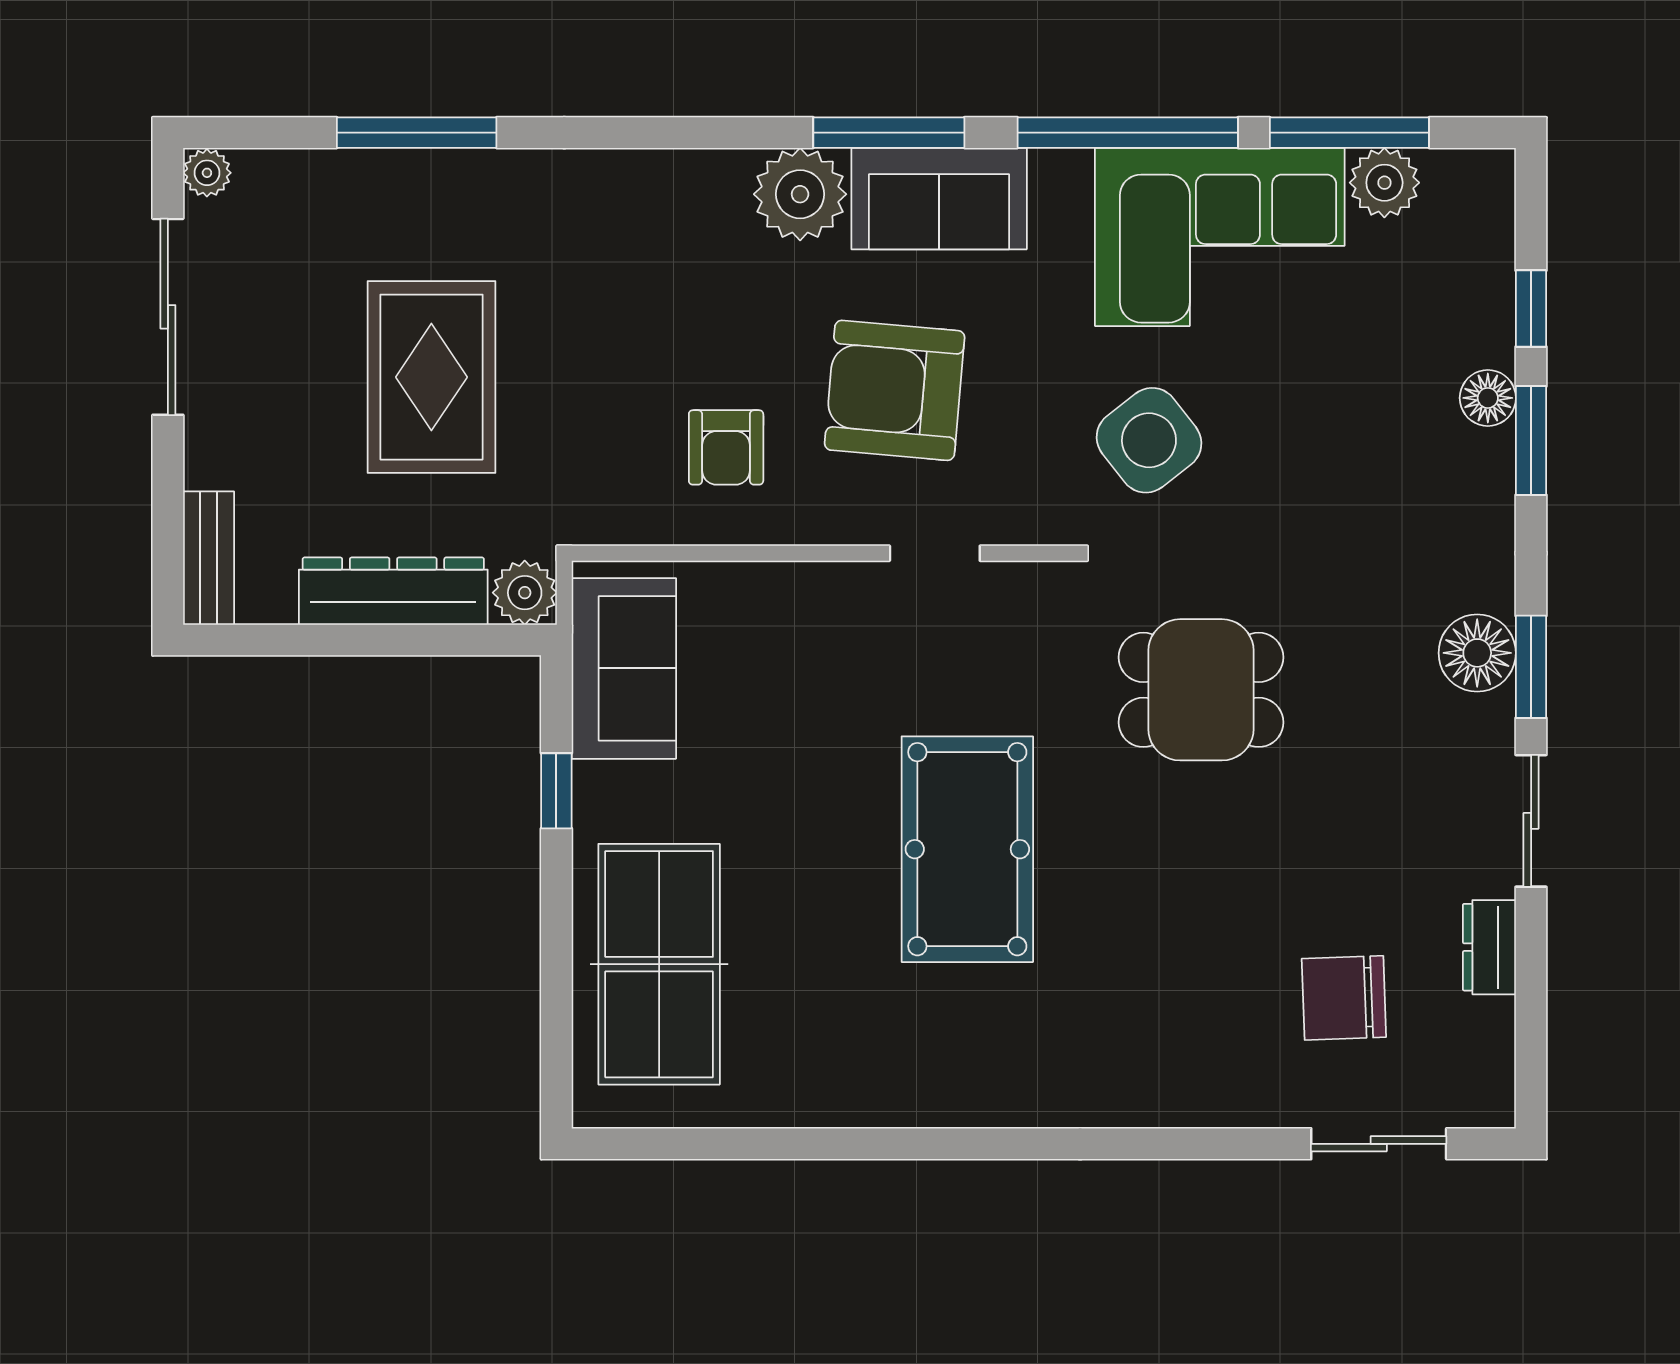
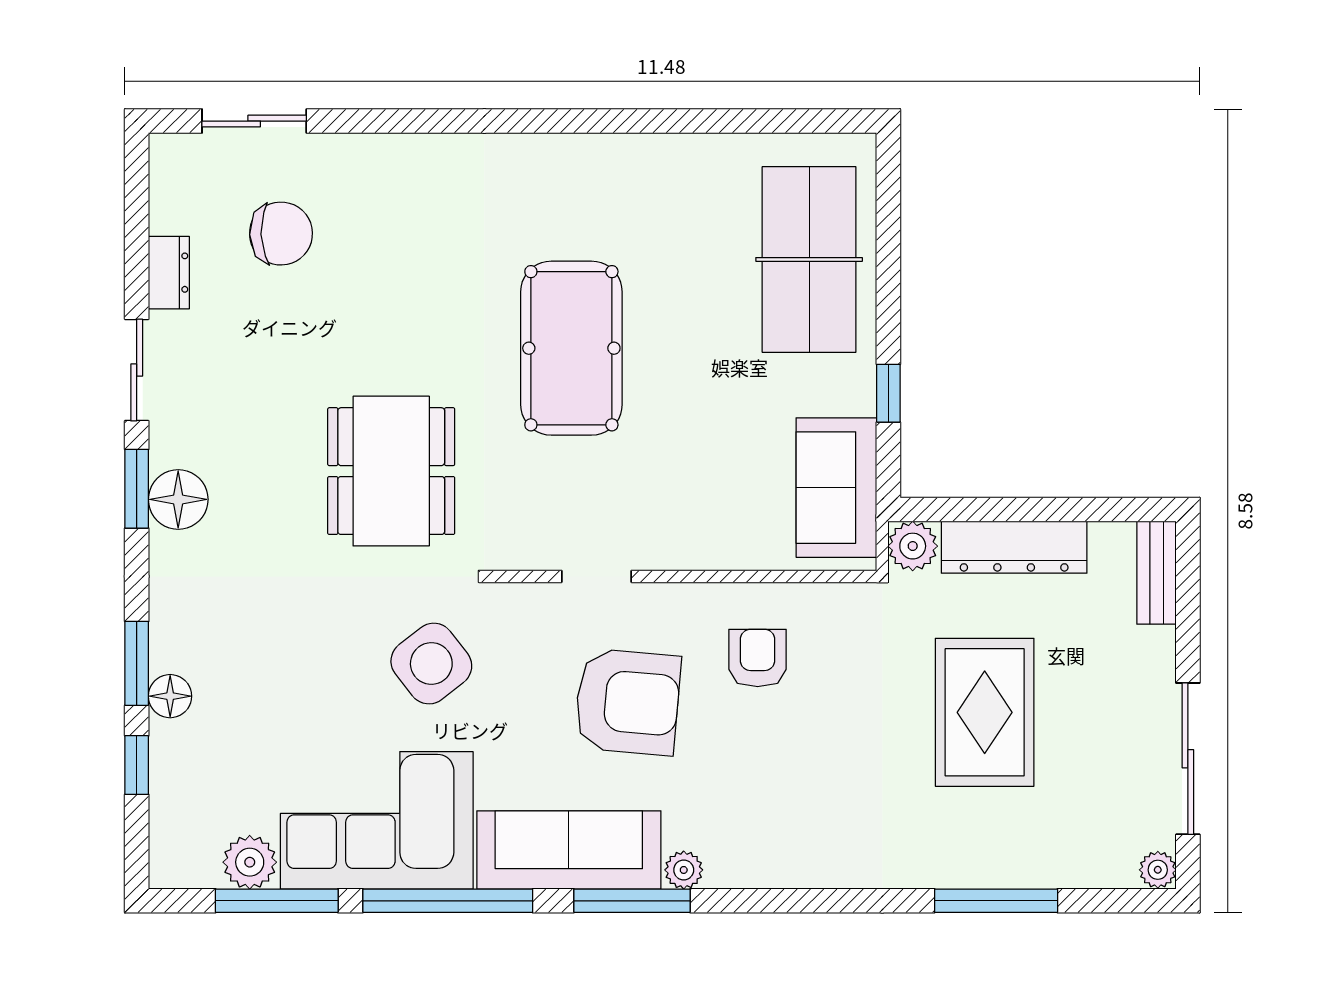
plant: (800, 194) -> (684, 870), width x0.53, depth x0.53
sofa: (939, 199) -> (569, 850), width x1.36
dining table: (1201, 690) -> (391, 471), width x1.37

